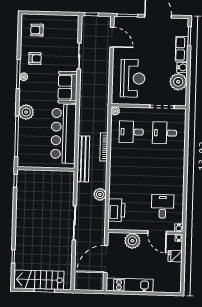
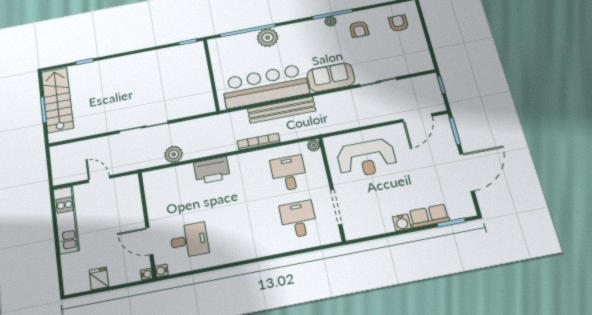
plant: (178, 82) -> (379, 222), removed
plant: (26, 112) -> (268, 38), moved
bench: (83, 159) -> (282, 110), moved
plant: (100, 194) -> (174, 154), moved
printer: (116, 210) -> (212, 170), moved
door: (157, 232) -> (149, 241), hinge flipped
plant: (132, 241) -> (131, 209), removed
fridge: (175, 256) -> (99, 278), moved
door: (106, 259) -> (99, 179), width x0.53

